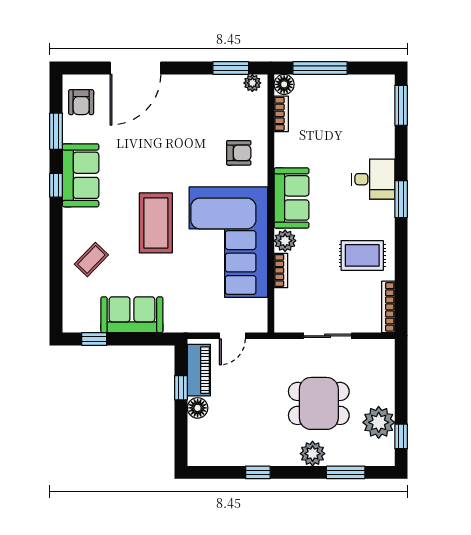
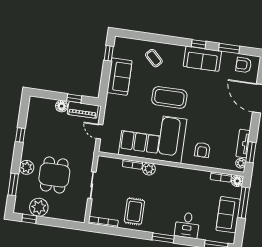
tv unit: (218, 84) -> (243, 144), added
desk: (373, 179) -> (187, 225), moved
sofa: (292, 198) -> (228, 215), moved, turned 90

